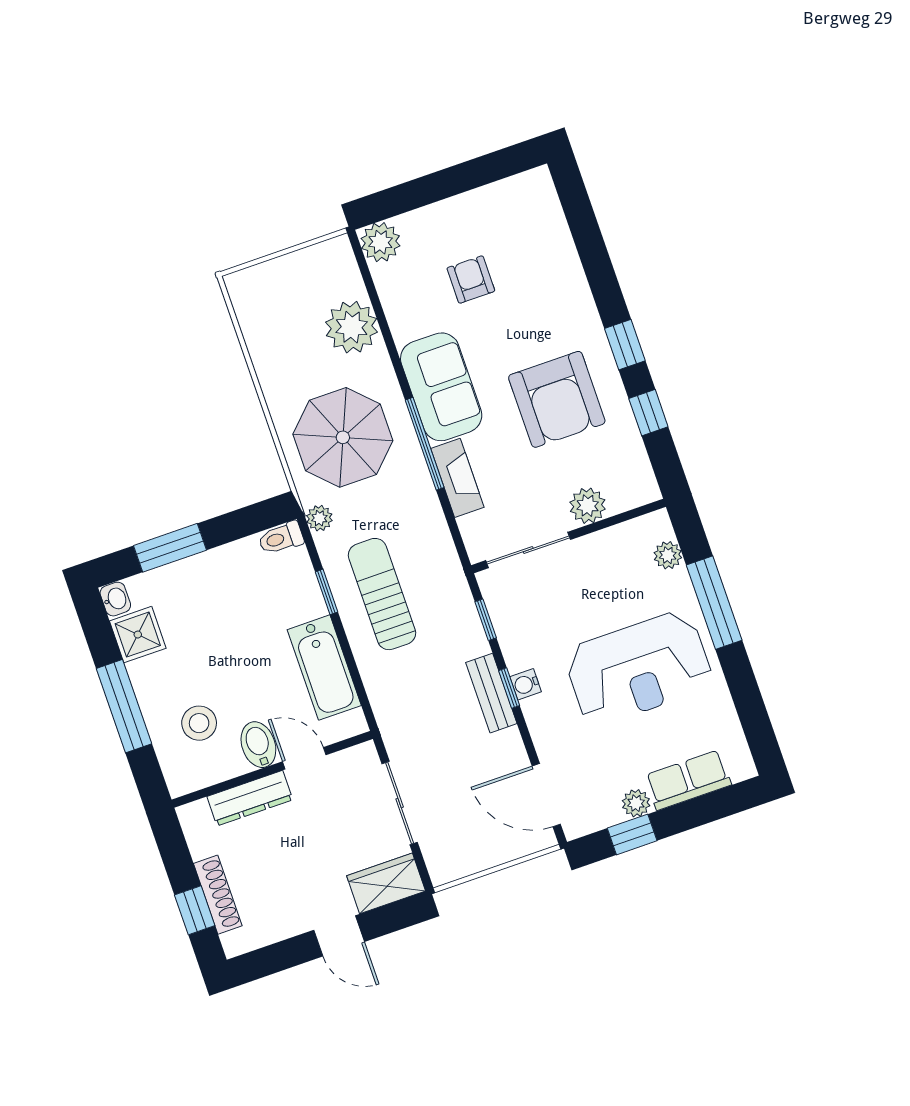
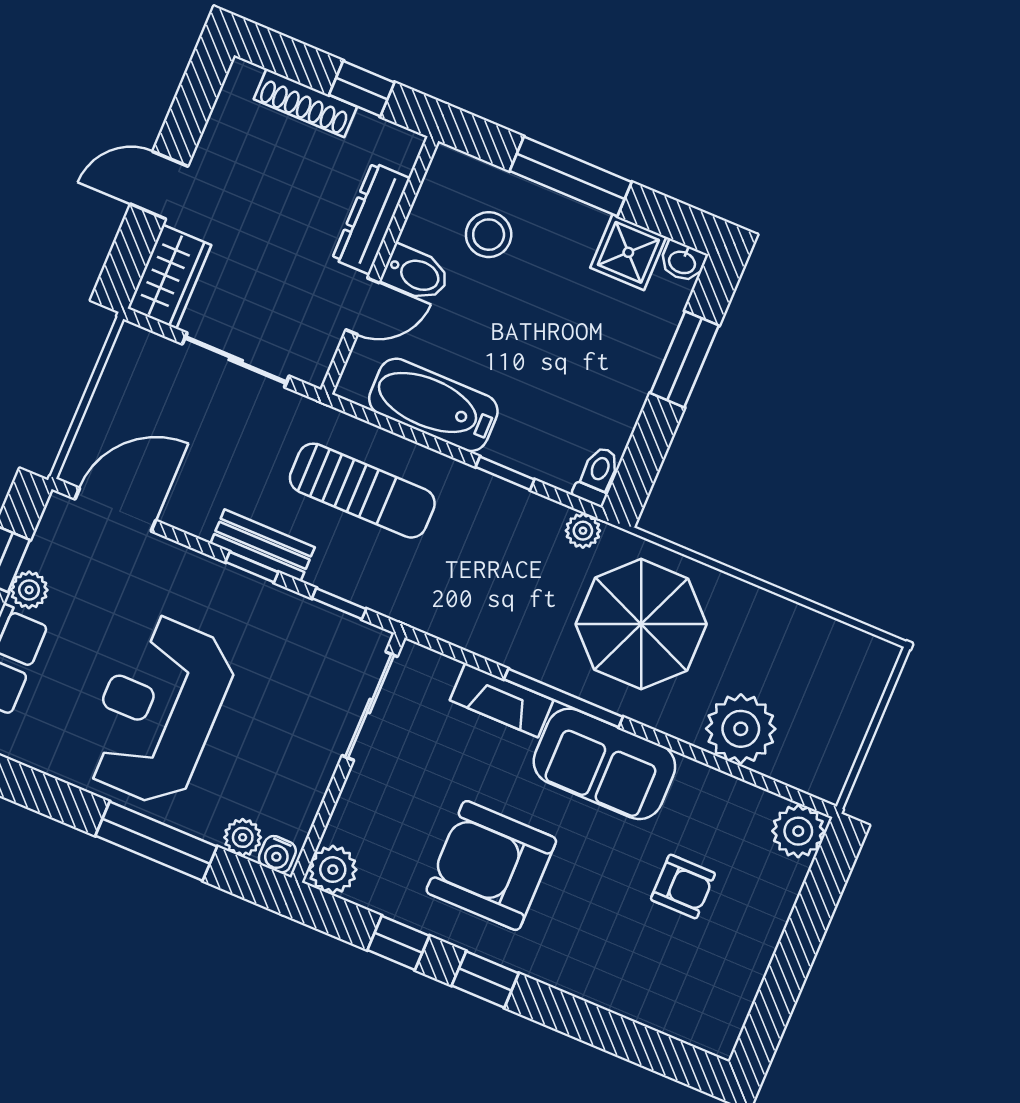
plant: (588, 506) -> (333, 870), moved
sun lounger: (382, 594) -> (362, 491), moved
water cooler: (526, 684) -> (277, 854), moved, turned 180
window: (195, 910) -> (362, 89), moved

